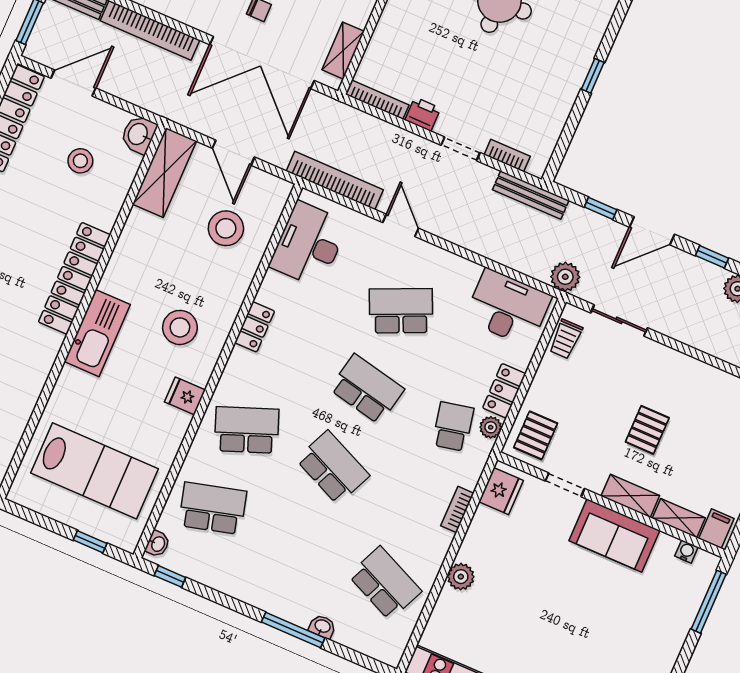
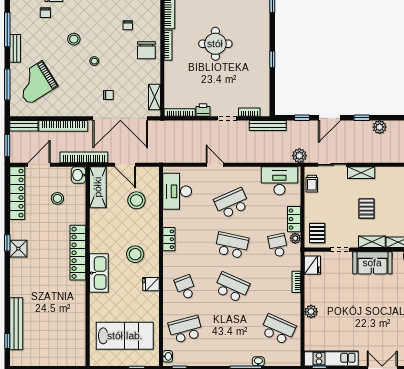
bookcase: (335, 180) -> (84, 157), moved
shelving: (666, 359) -> (361, 173), added
school desk: (247, 430) -> (185, 287), width x0.54

